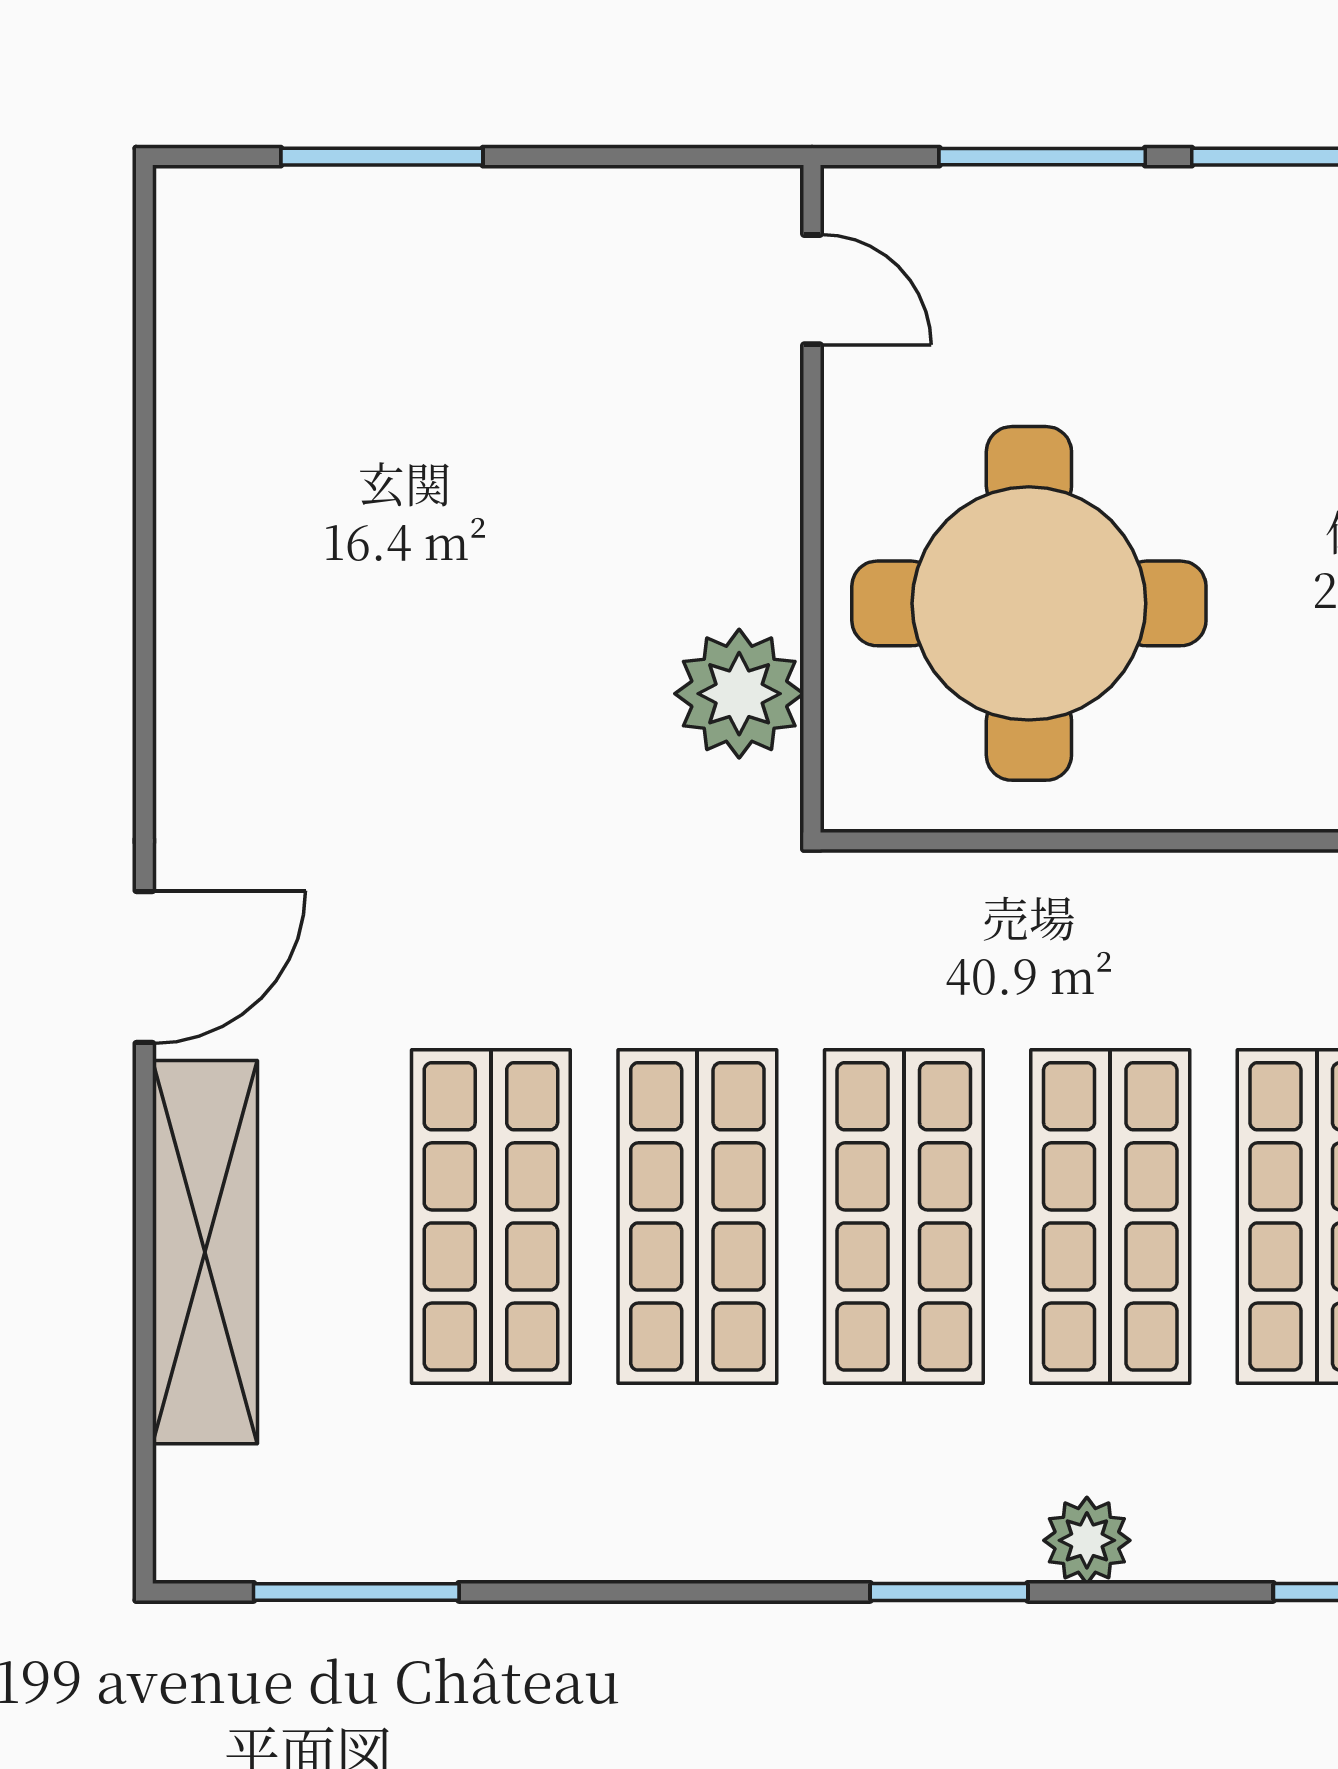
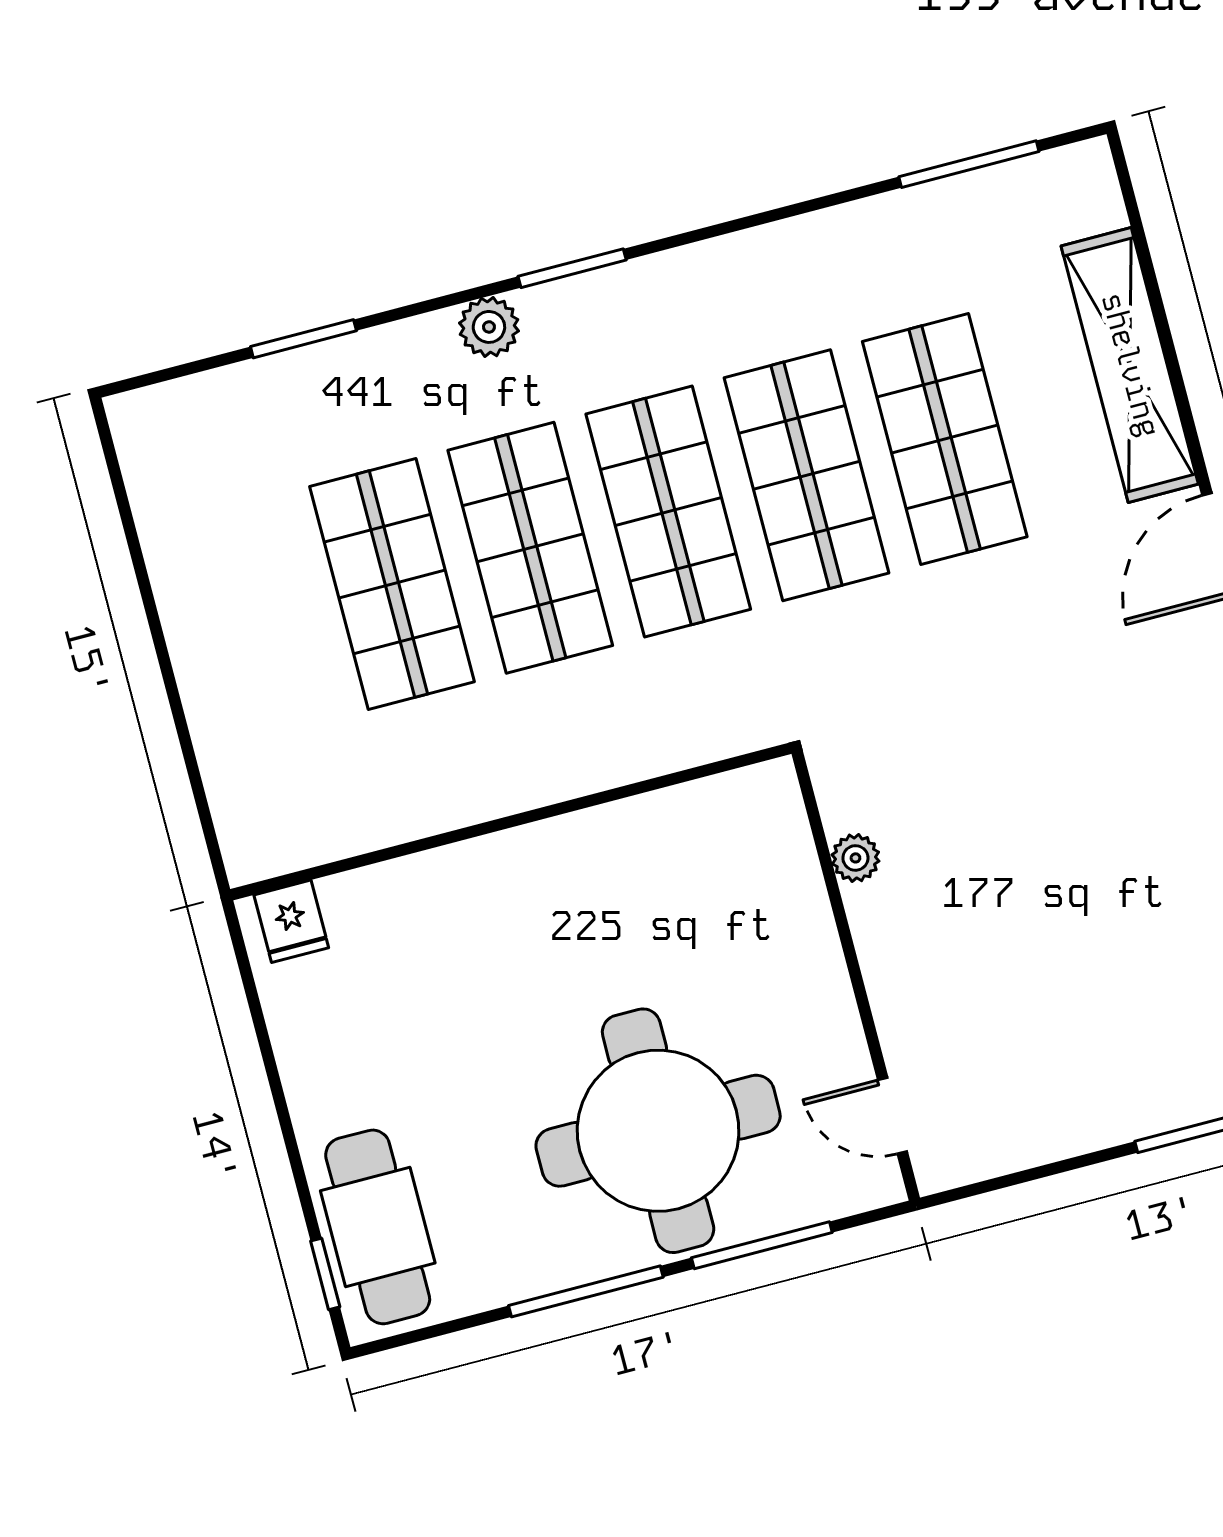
round table: (1029, 603) -> (658, 1131), moved
plant: (739, 694) -> (855, 858), width x0.53, depth x0.53

